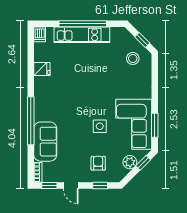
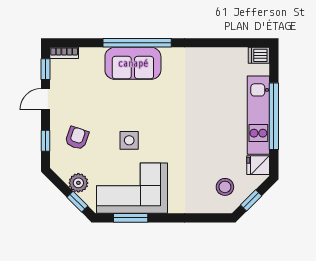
fridge: (42, 69) -> (258, 165), moved, turned 90
sofa: (45, 142) -> (133, 63), moved
armchair: (98, 163) -> (77, 138), turned -71

